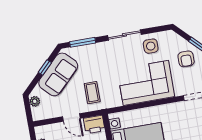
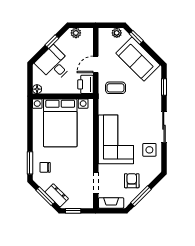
window: (83, 42) -> (164, 87), width x0.67
armchair: (186, 59) -> (132, 181), turned 90
window: (45, 67) -> (136, 37), moved

